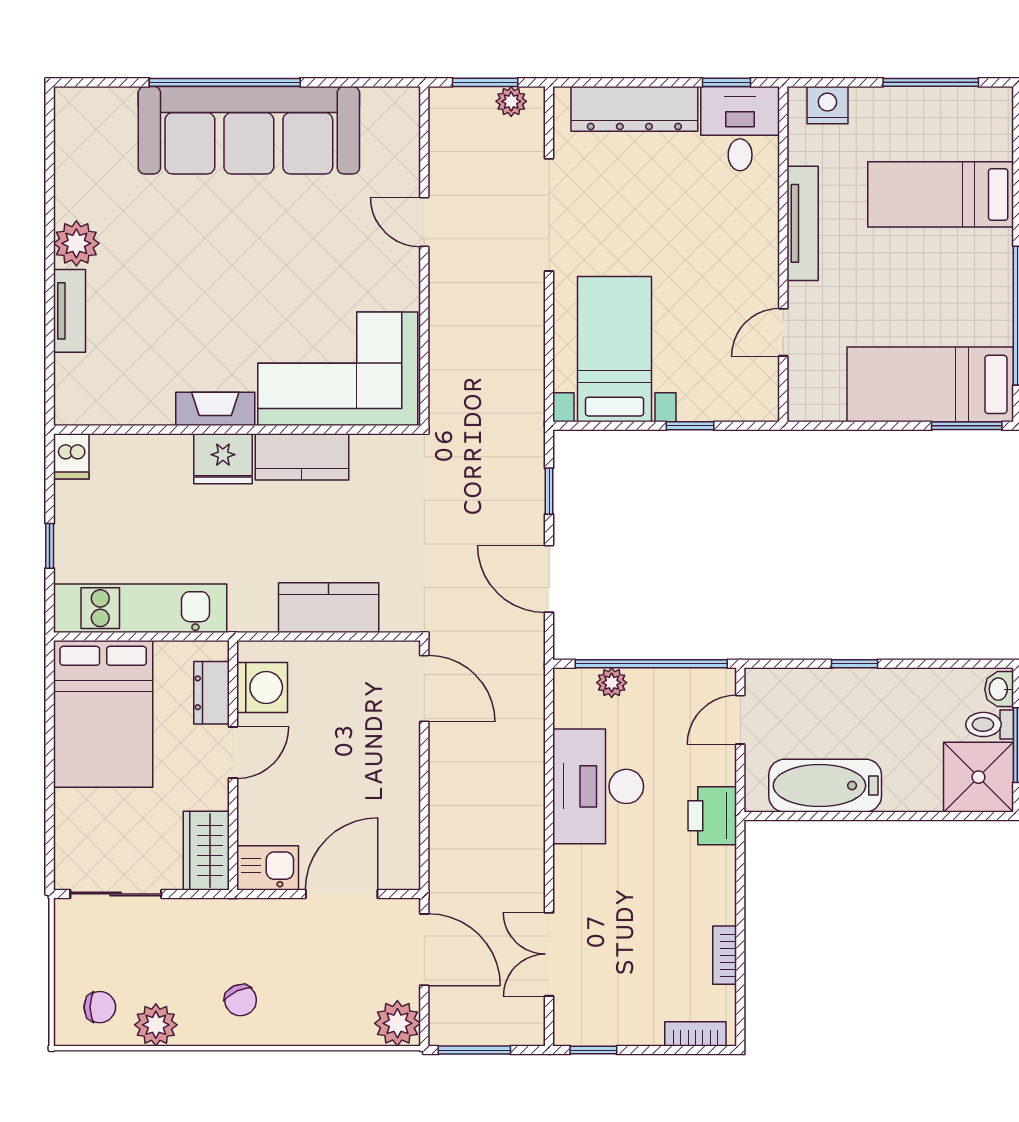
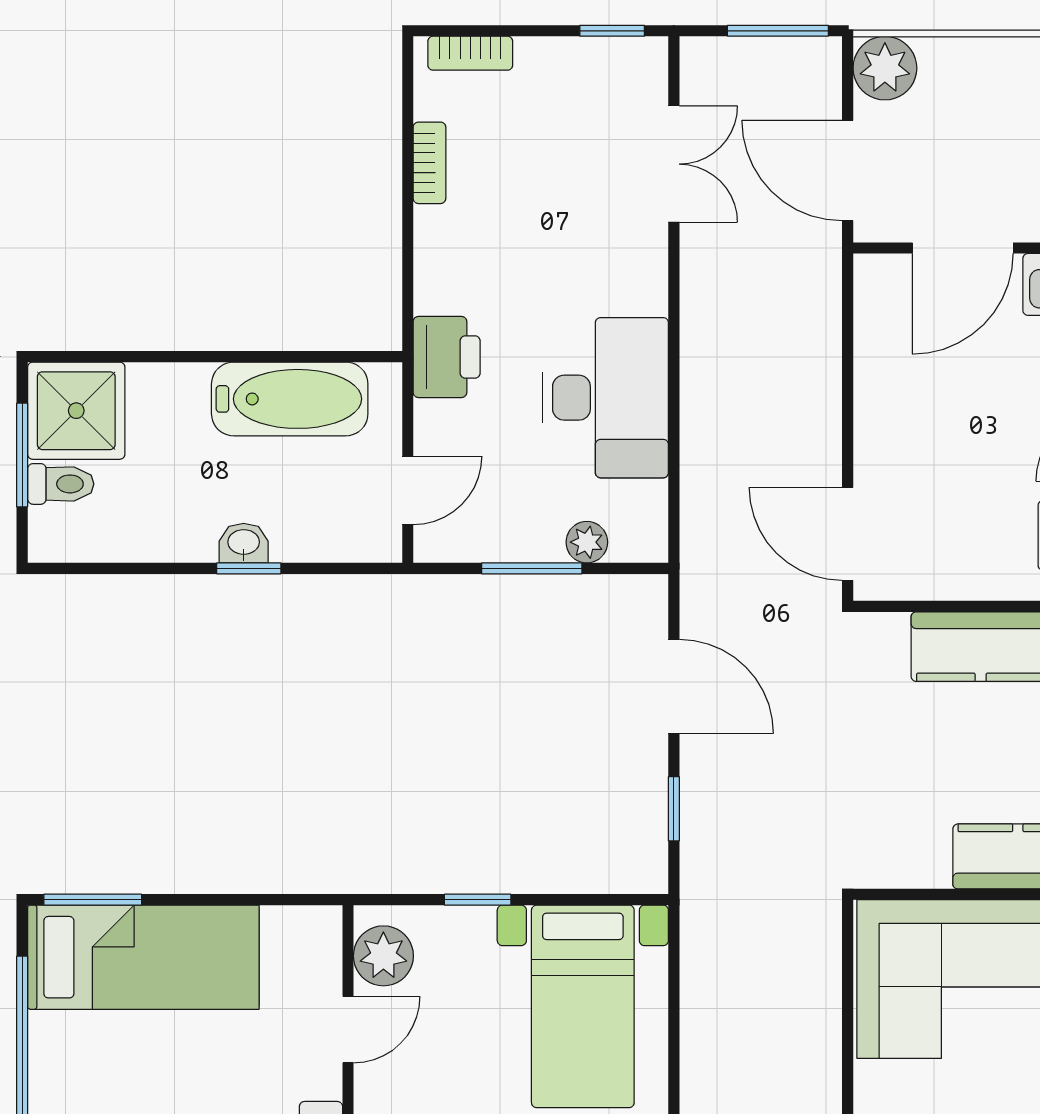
plant: (758, 385) -> (383, 956), added
window: (651, 664) -> (532, 568), width x0.47
washbasin: (999, 689) -> (244, 543), moved, turned -90

